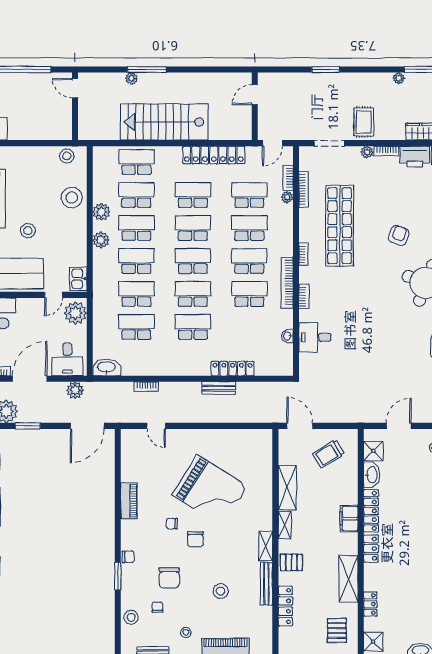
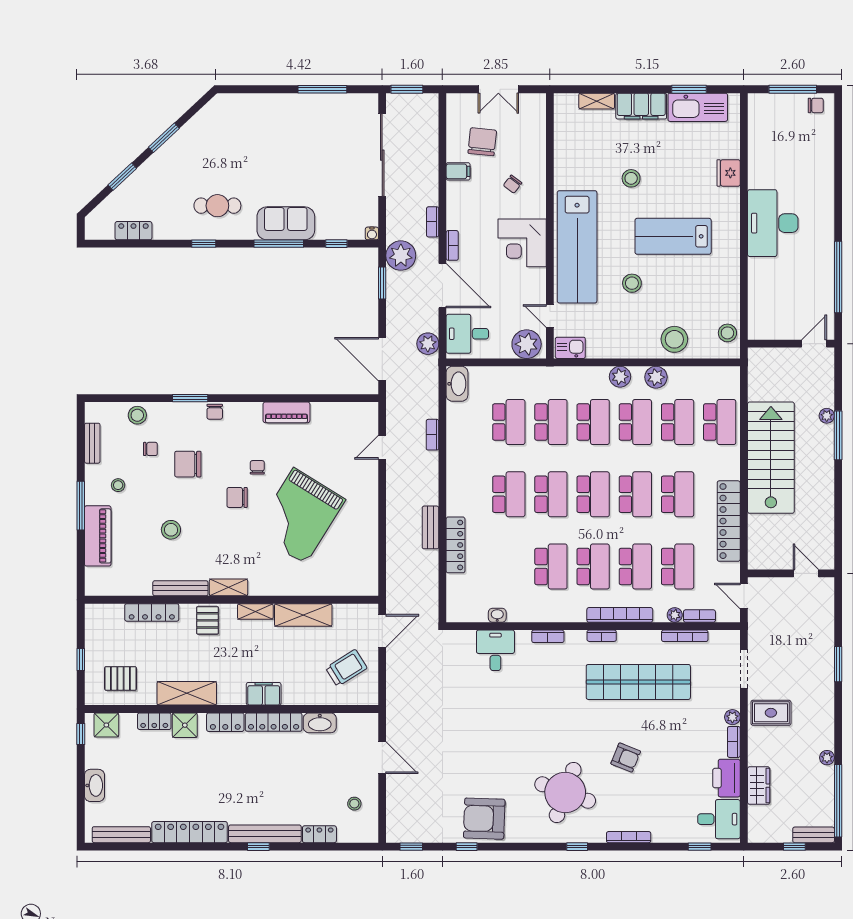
bookcase: (287, 283) -> (620, 615), moved
shower: (373, 451) -> (185, 725), moved
trolley: (329, 454) -> (346, 668), turned 90

